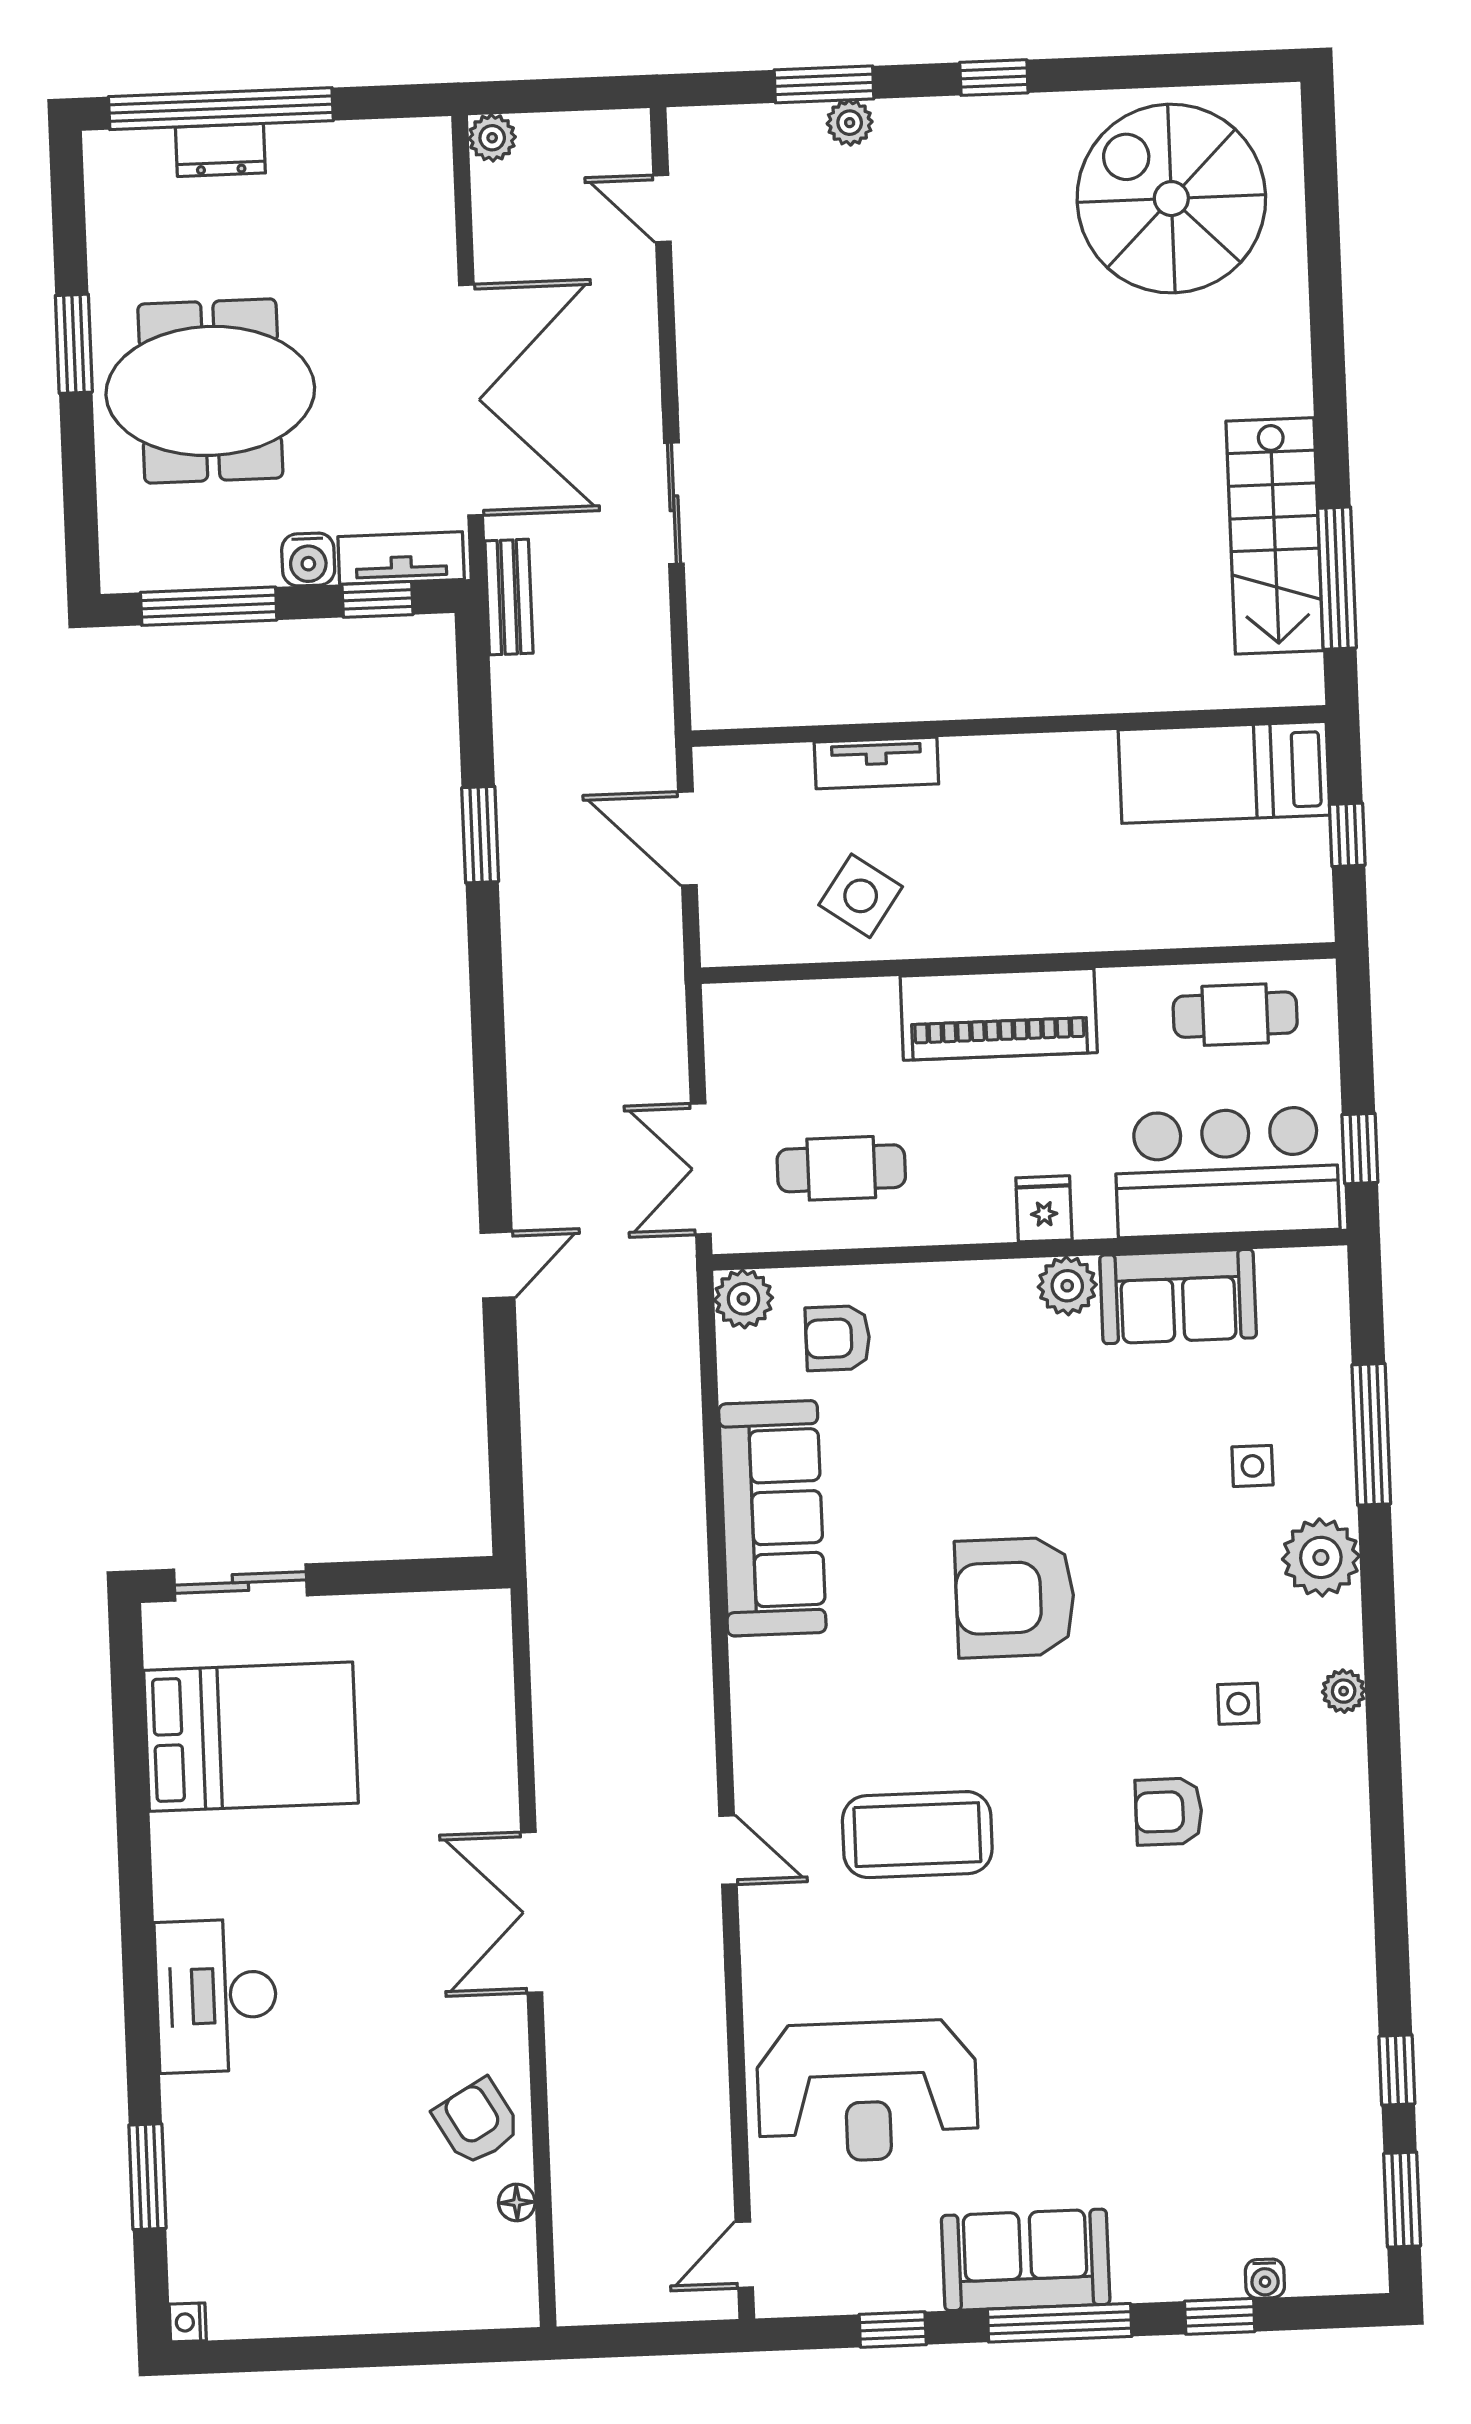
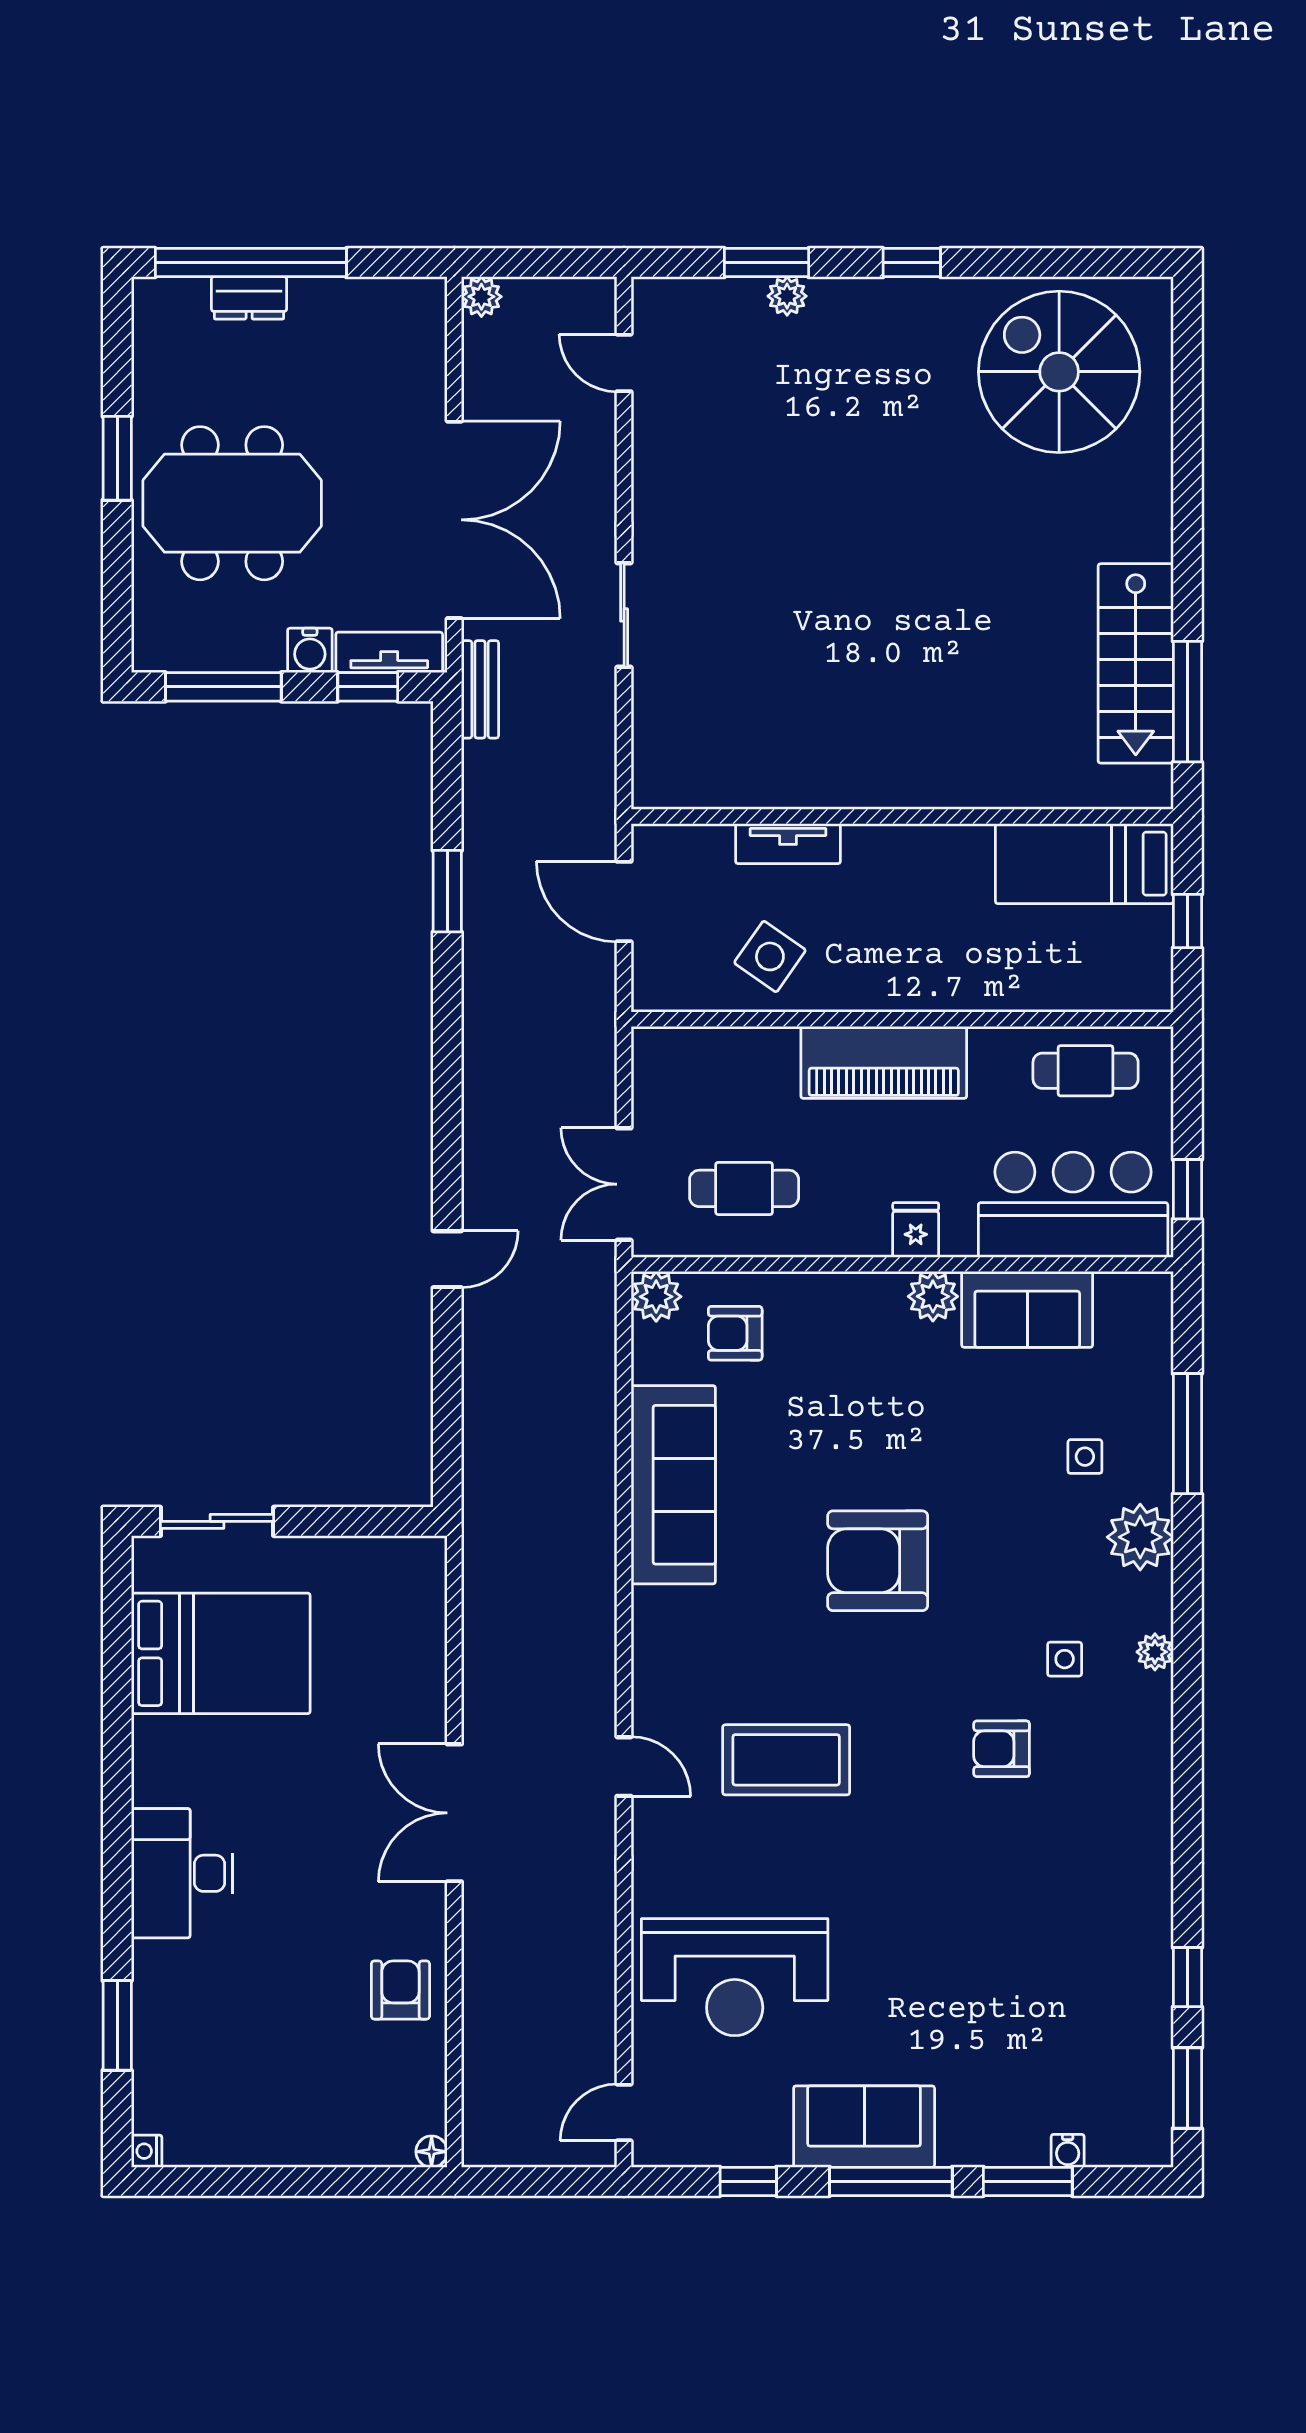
armchair: (477, 2122) -> (400, 1990), turned 30
floor lamp: (517, 2202) -> (432, 2152), moved
window: (1220, 2316) -> (1028, 2181), width x1.50

